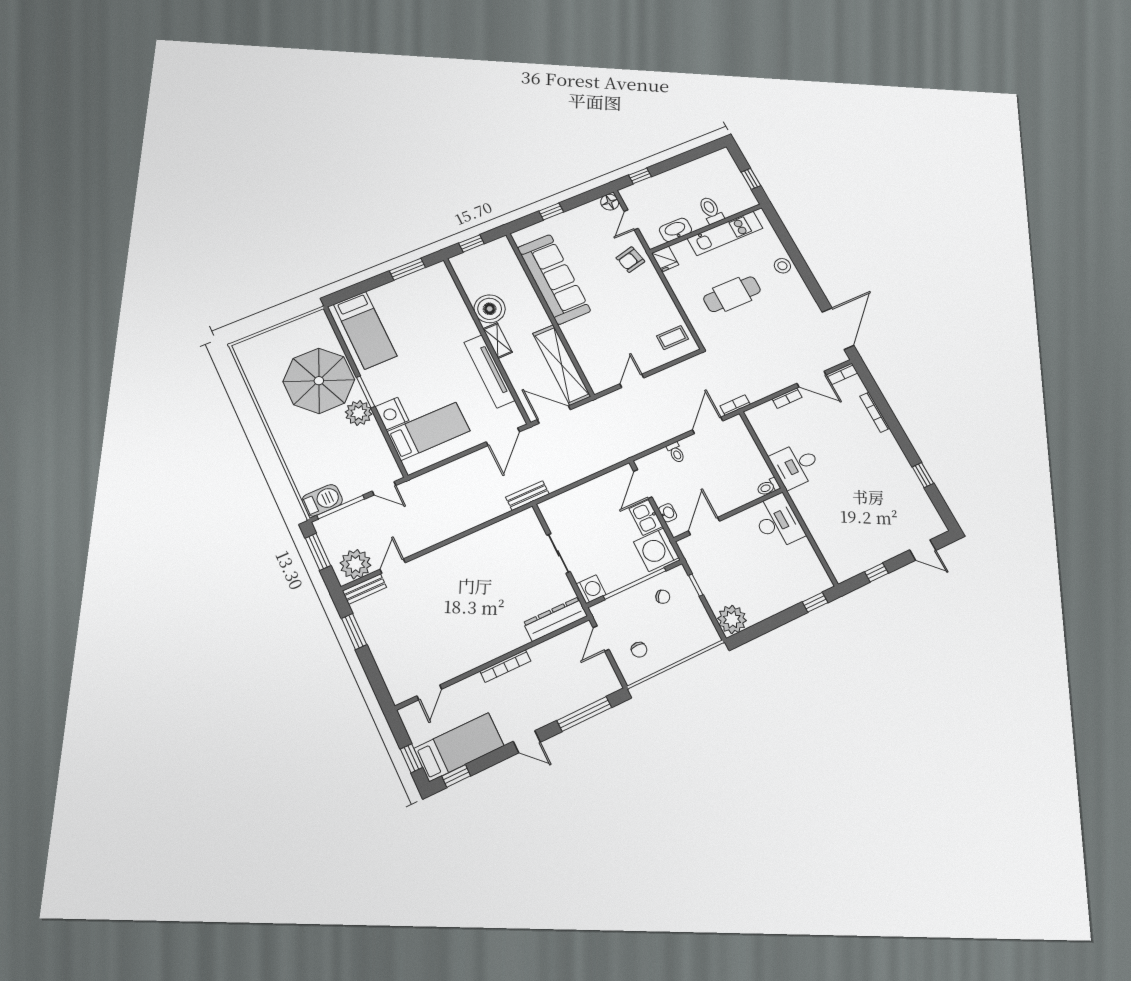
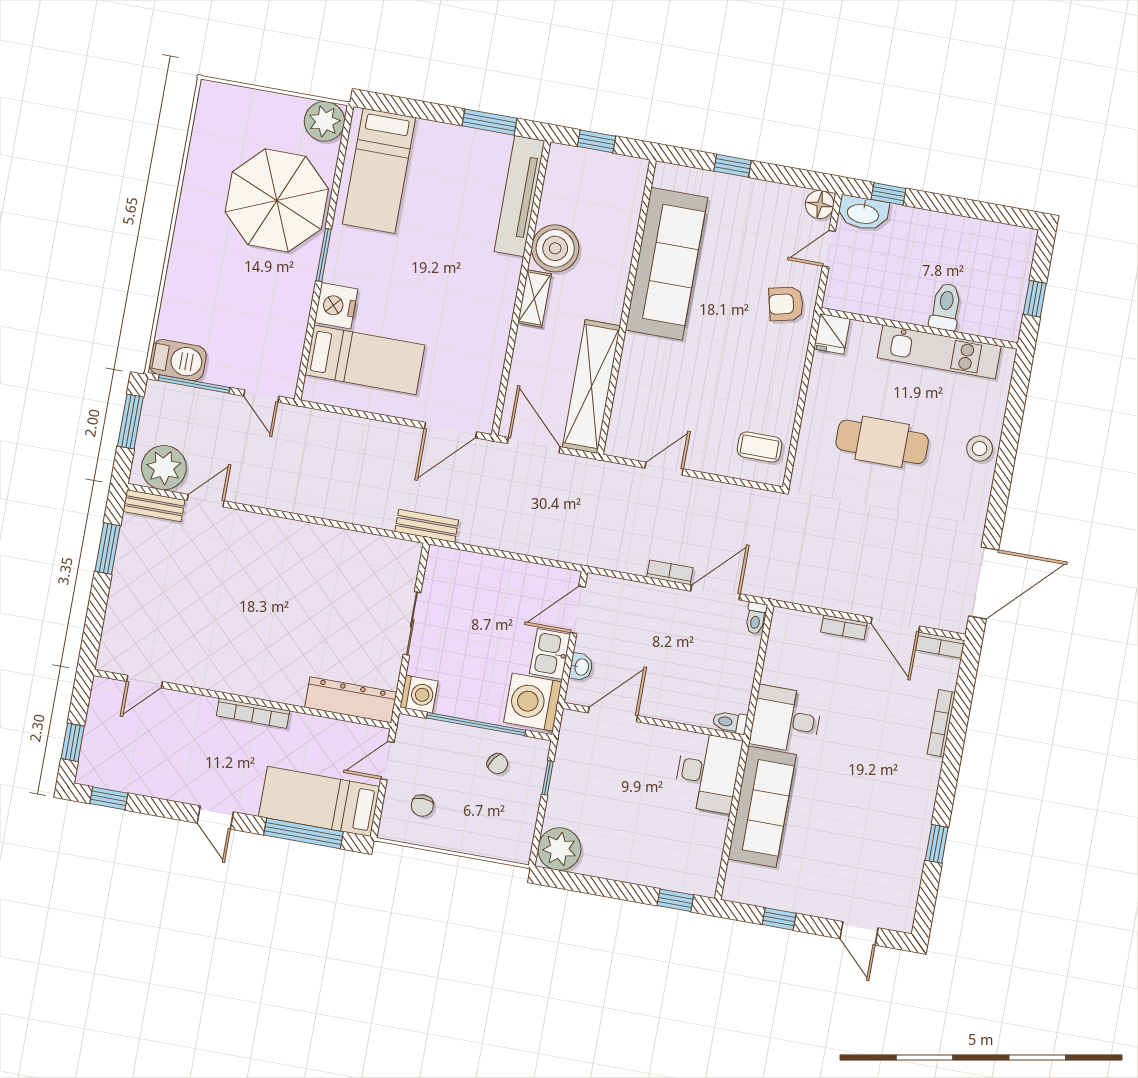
washbasin: (675, 230) -> (863, 213), moved, turned 180
tv unit: (489, 371) -> (519, 196), moved
bookcase: (735, 405) -> (670, 572), moved
plant: (359, 413) -> (324, 121), moved
toilet: (676, 452) -> (756, 618), moved
sofa: (820, 519) -> (762, 807), added
bed: (459, 747) -> (319, 802), moved, turned 180

